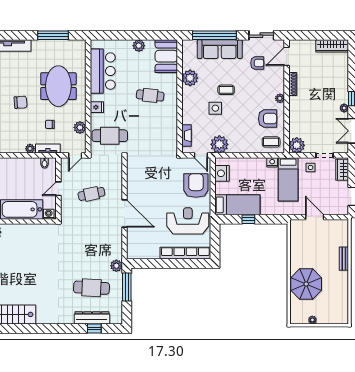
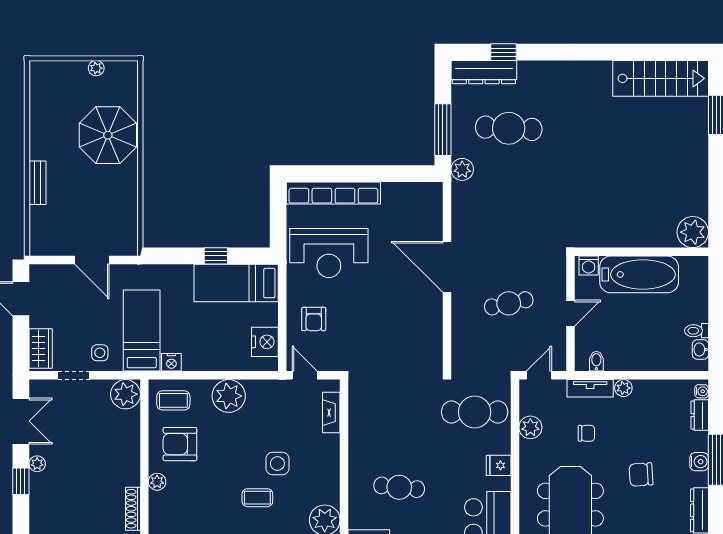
plant: (219, 144) -> (229, 396), moved
armchair: (196, 186) -> (314, 319), width x0.53, depth x0.53
dresser: (92, 318) -> (484, 72), moved

